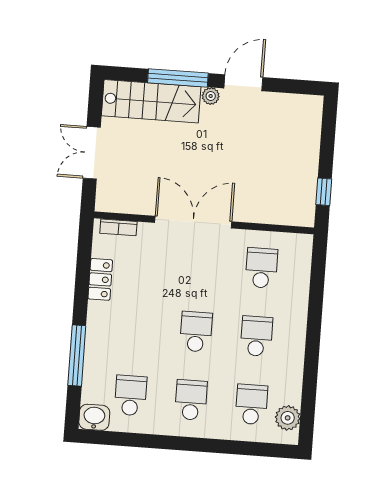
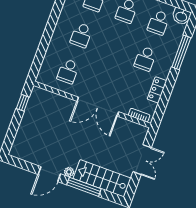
school desk: (196, 332) -> (145, 59), moved

